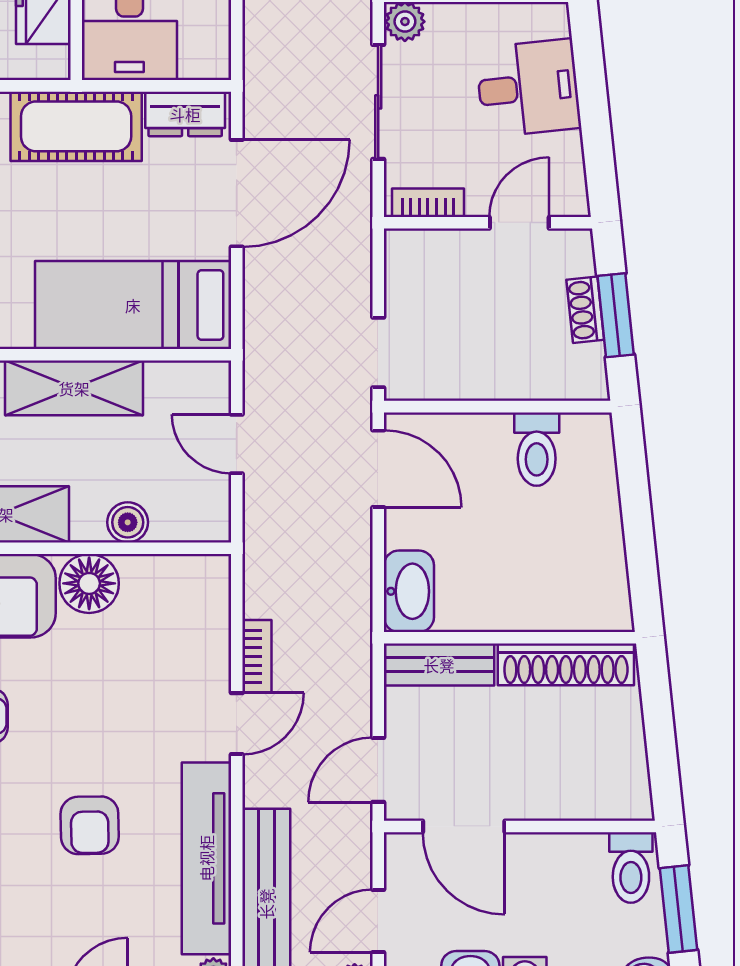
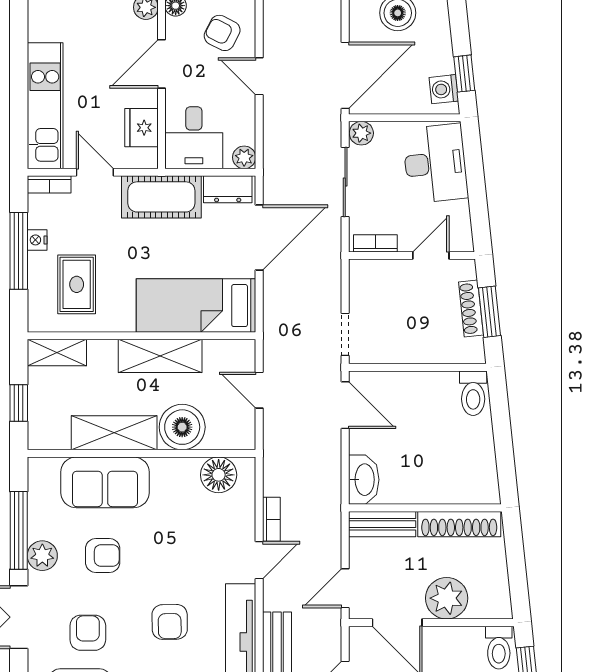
plant: (212, 61) -> (244, 157), added
desk: (528, 88) -> (435, 163), width x1.37
shoe rack: (585, 310) -> (471, 308), width x1.43
toilet: (537, 449) -> (473, 393), moved
boiler: (128, 522) -> (182, 427), width x1.86, depth x1.86
floor lamp: (89, 583) -> (219, 475), moved
plant: (545, 786) -> (447, 598), added

